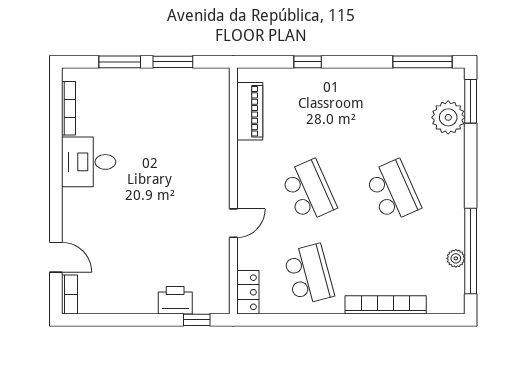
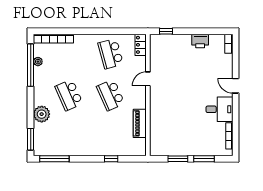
piano: (250, 111) -> (140, 123), moved
plant: (448, 117) -> (42, 114), moved
door: (56, 257) -> (236, 86), moved
printer: (175, 300) -> (200, 41), moved
bookcase: (386, 305) -> (53, 39), moved

